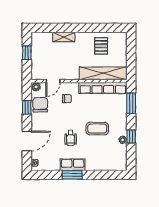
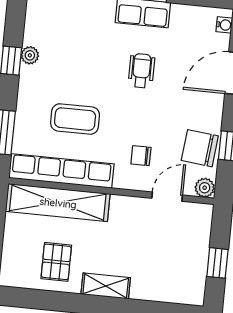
shelving: (64, 37) -> (106, 286), moved
chair: (40, 105) -> (200, 148), turned 96
coffee table: (97, 129) -> (75, 119), moved

